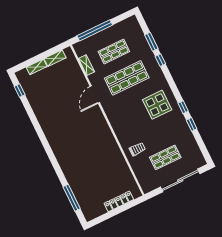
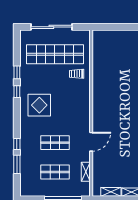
shop shelf: (127, 78) -> (55, 143), width x0.70, depth x0.74
shop shelf: (165, 157) -> (55, 54), width x2.00, depth x1.36
locker: (119, 201) -> (116, 35), removed

